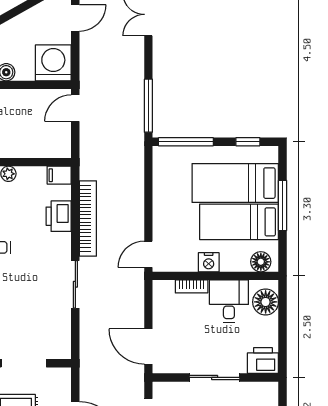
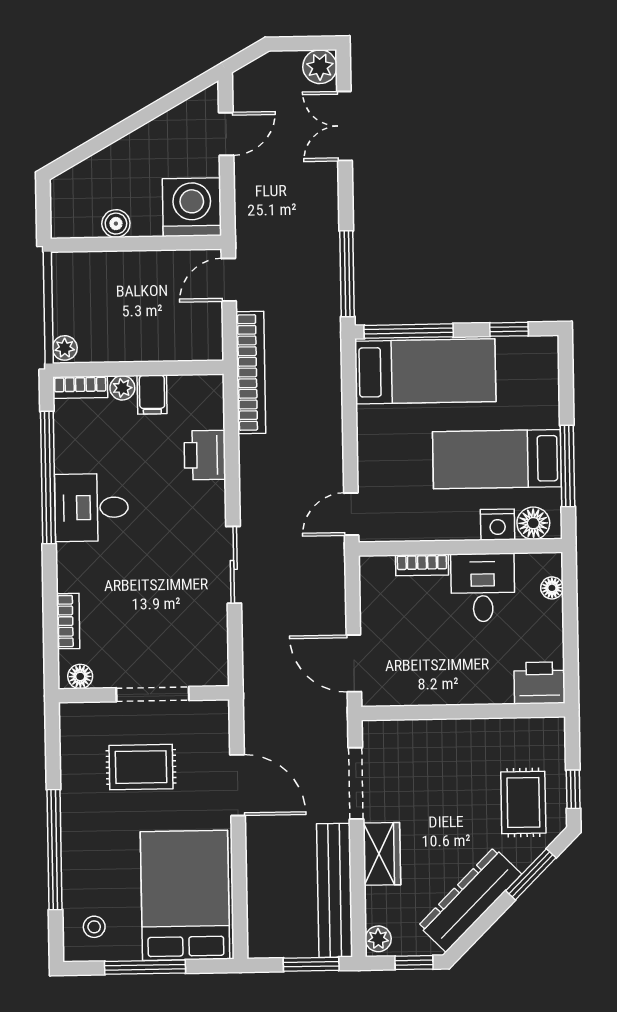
filing cabinet: (59, 175) -> (152, 395), moved, turned -90
bed: (235, 183) -> (425, 371), moved, turned 180
window: (283, 206) -> (567, 466), moved
bookcase: (88, 219) -> (251, 372), moved
nightstand: (209, 262) -> (498, 525), moved
floor lamp: (266, 302) -> (552, 588), width x0.53, depth x0.53
sliding door: (215, 377) -> (462, 712), removed

